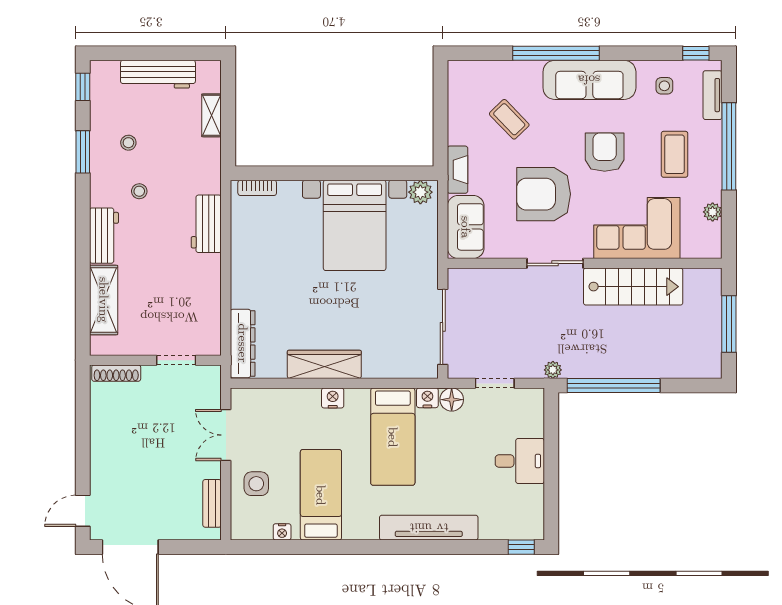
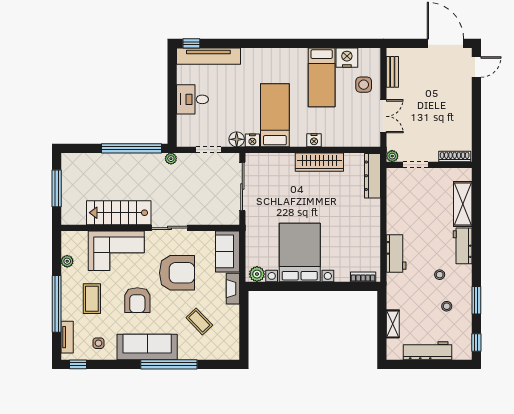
plant: (212, 374) -> (392, 156), added
tv unit: (429, 528) -> (208, 56), moved
nightstand: (282, 532) -> (347, 58), width x1.89, depth x1.79

